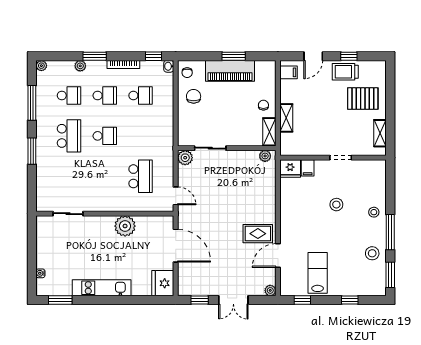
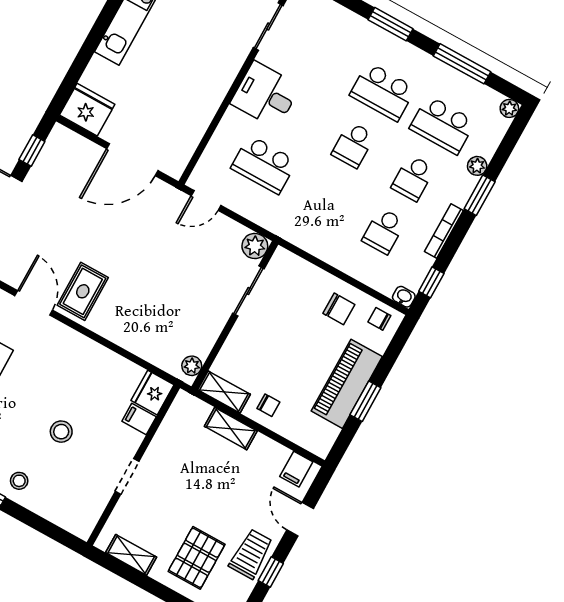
school desk: (69, 95) -> (442, 125), width x1.85
desk: (104, 195) -> (265, 95), added
plant: (125, 226) -> (203, 101), removed

